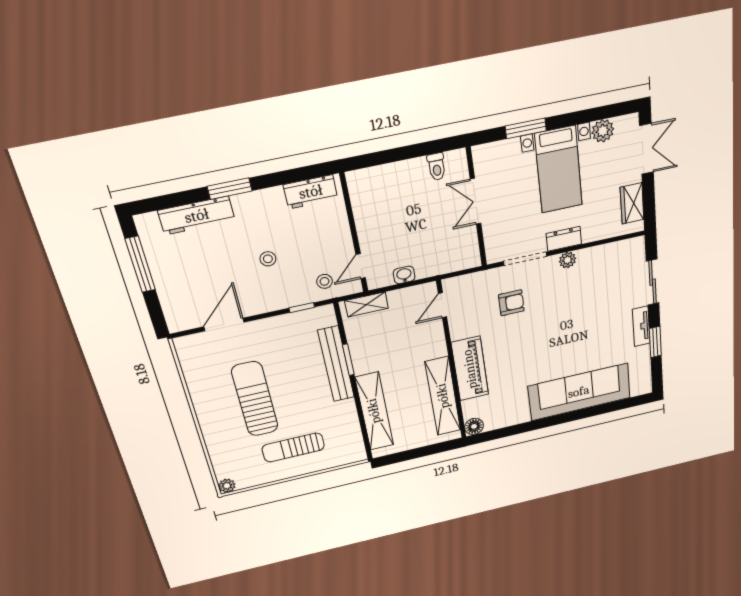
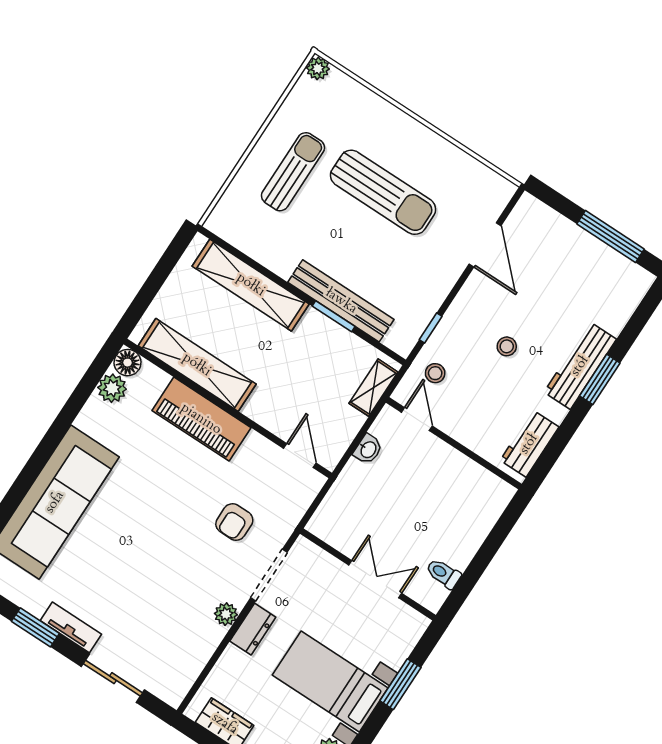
workbench: (197, 216) -> (580, 366), moved
plant: (494, 421) -> (112, 388), added

